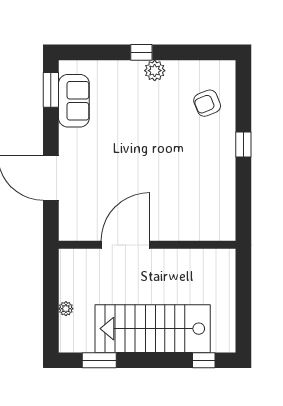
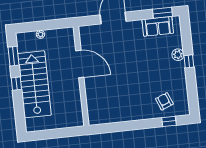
plant: (155, 71) -> (178, 55), moved
window: (243, 144) -> (169, 121), moved
window: (204, 360) -> (16, 84), moved

